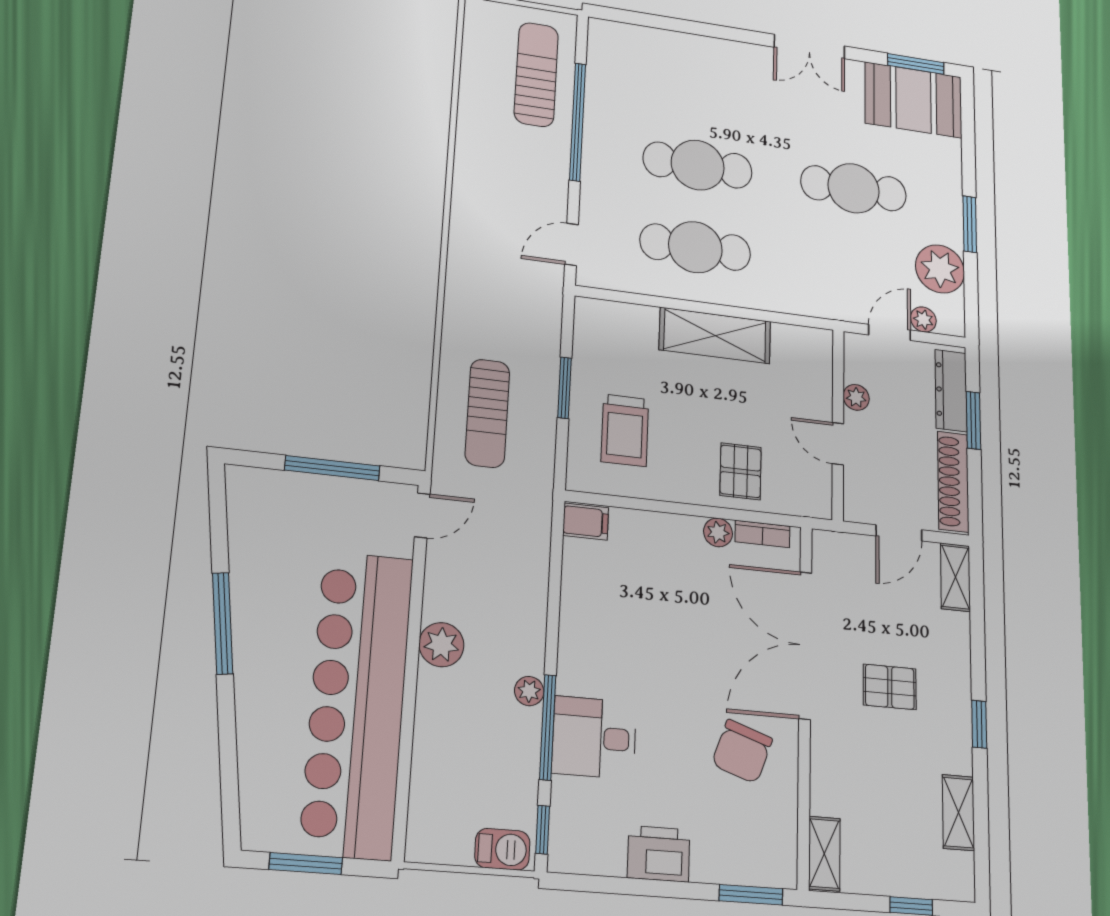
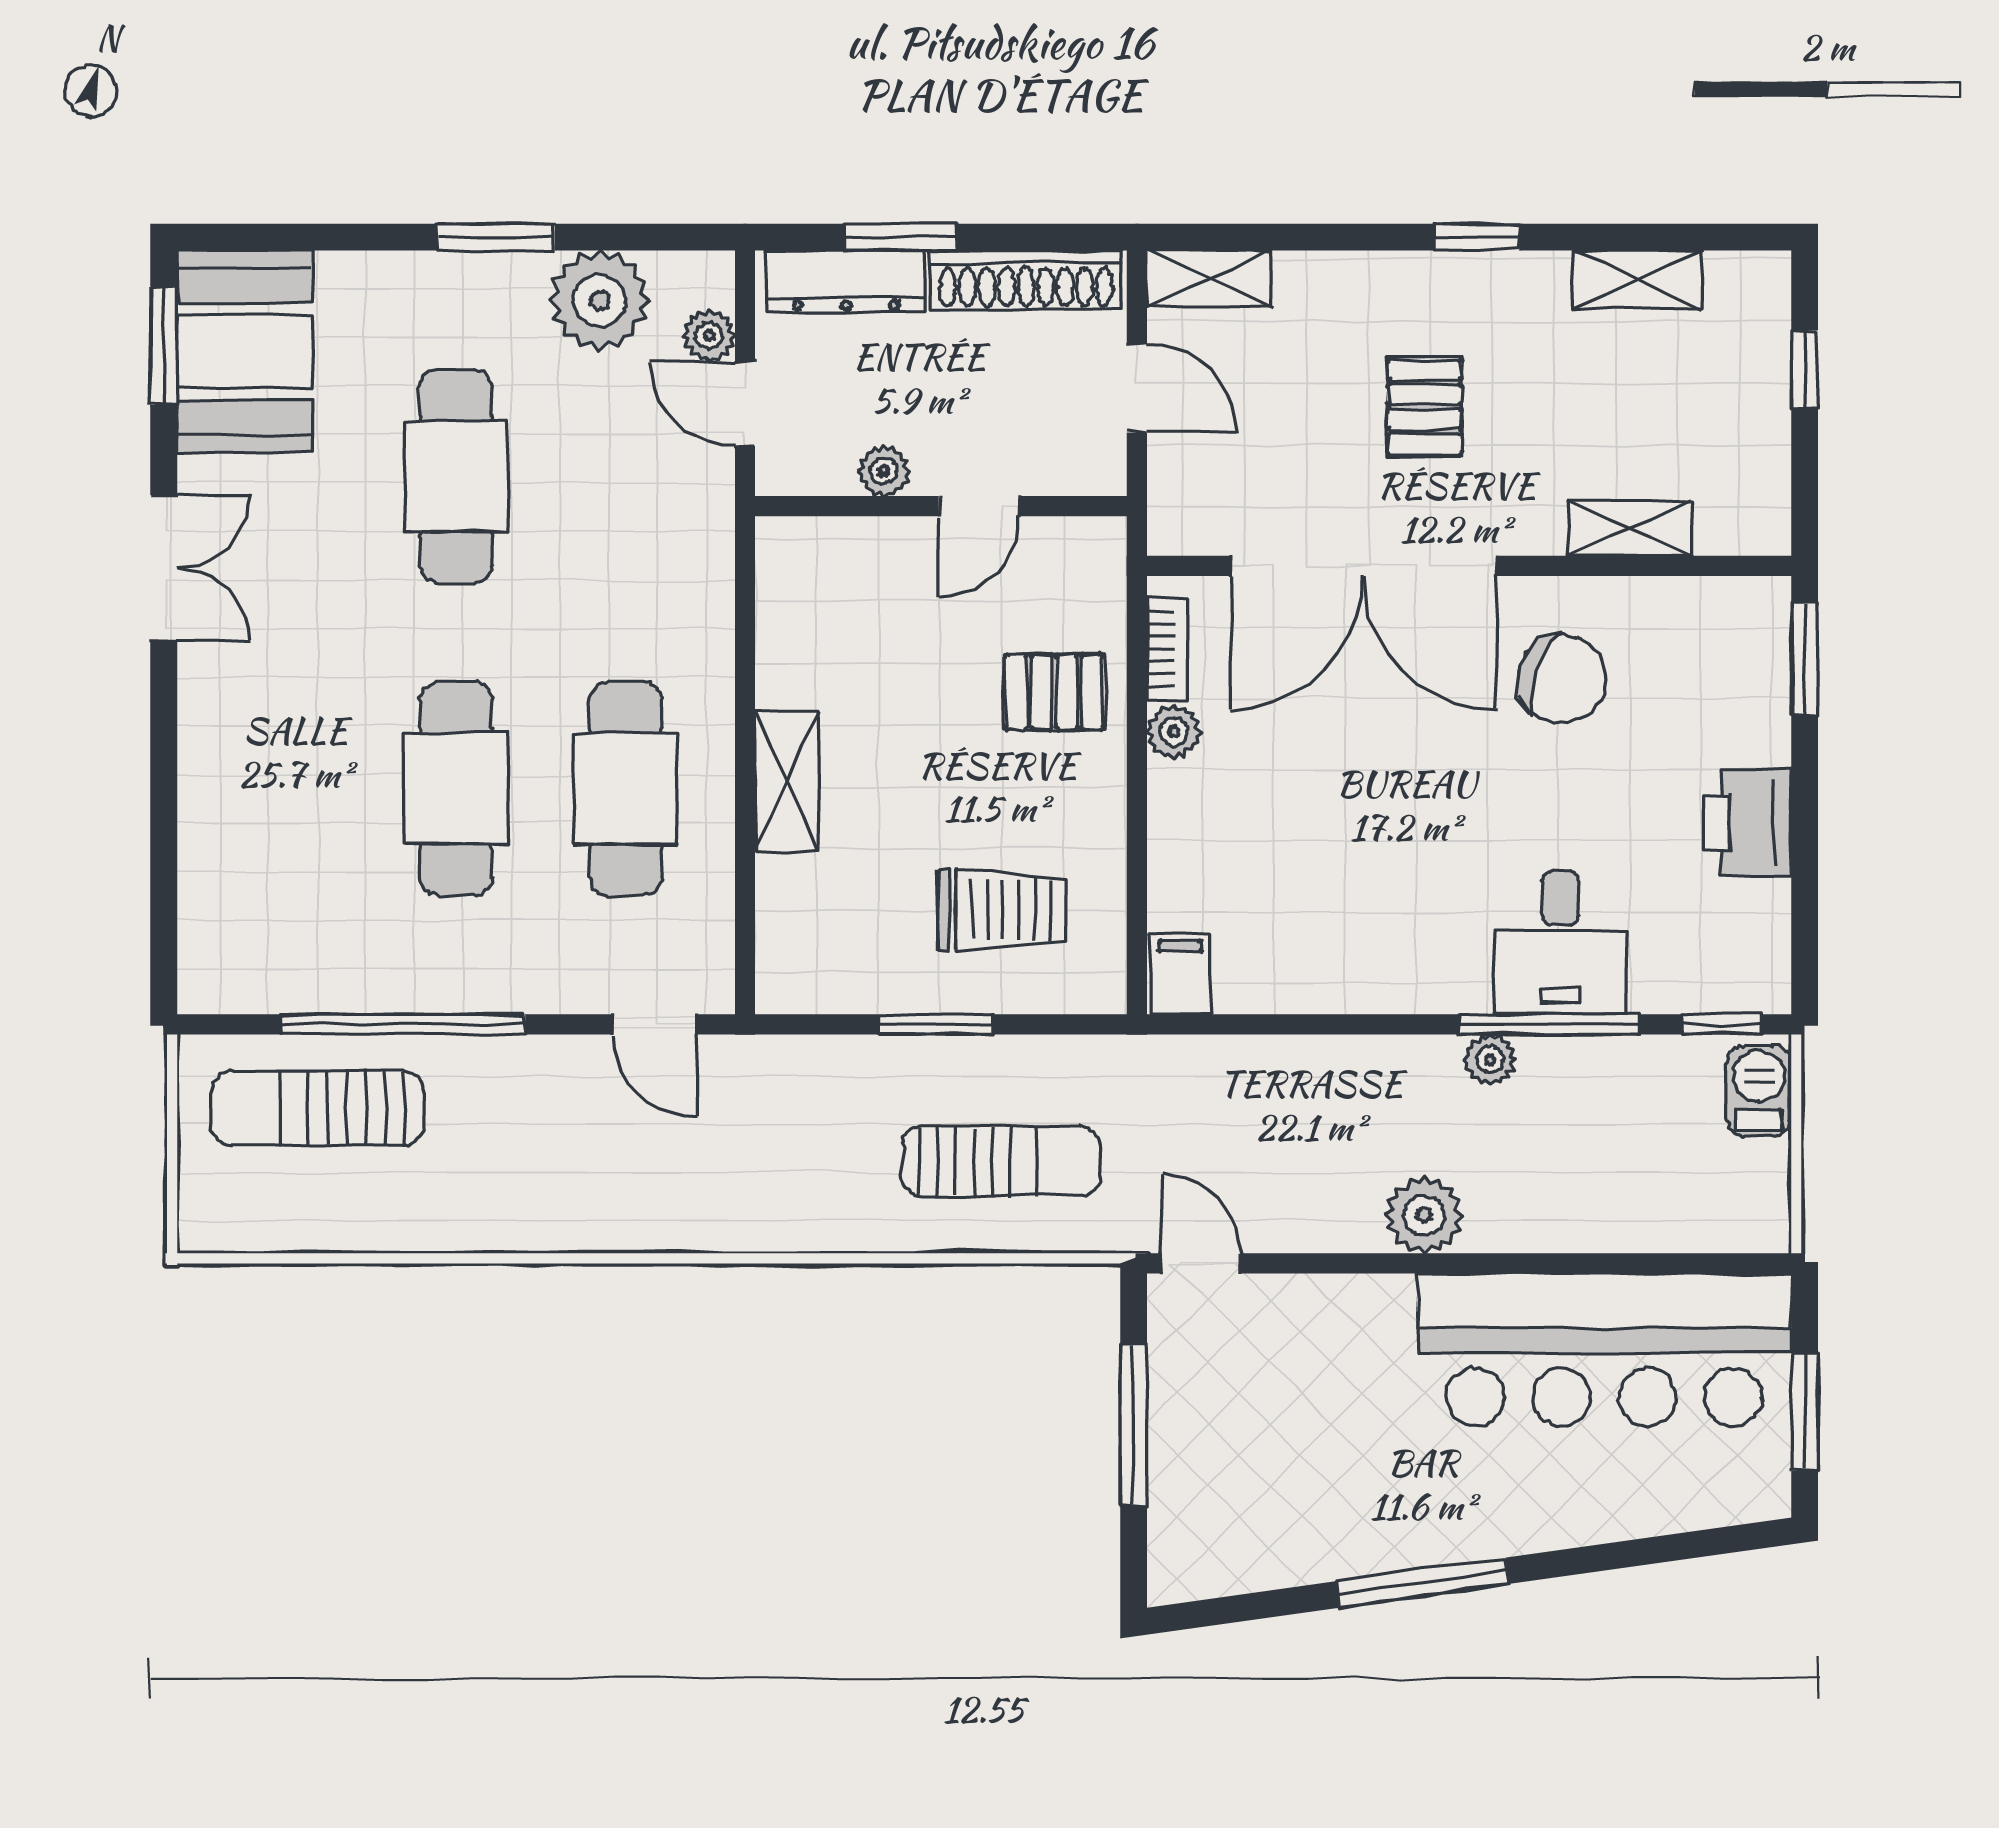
shelving: (715, 336) -> (787, 781), width x0.67, depth x0.75
bar counter: (357, 703) -> (1604, 1350), width x0.73
shelving: (824, 854) -> (1630, 528), moved

